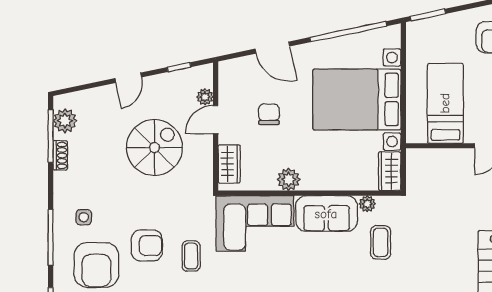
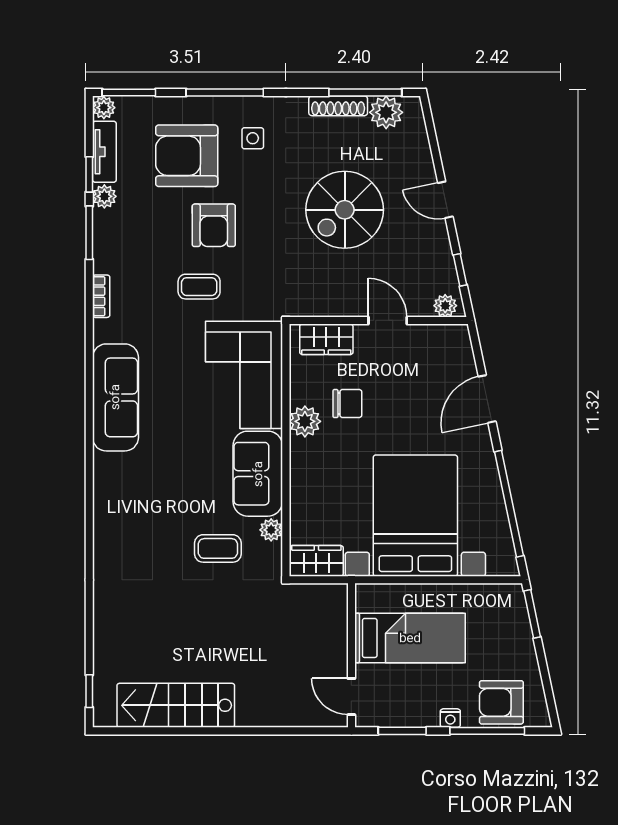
plant: (205, 97) -> (445, 306), moved
chair: (269, 114) -> (347, 404), moved
spiral stairs: (154, 148) -> (345, 210), moved, turned 90
shoe rack: (60, 155) -> (338, 106), width x1.43

